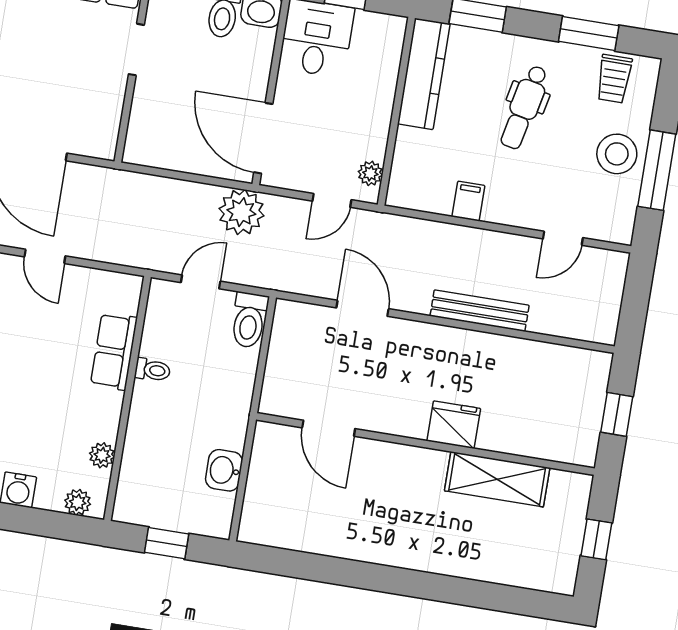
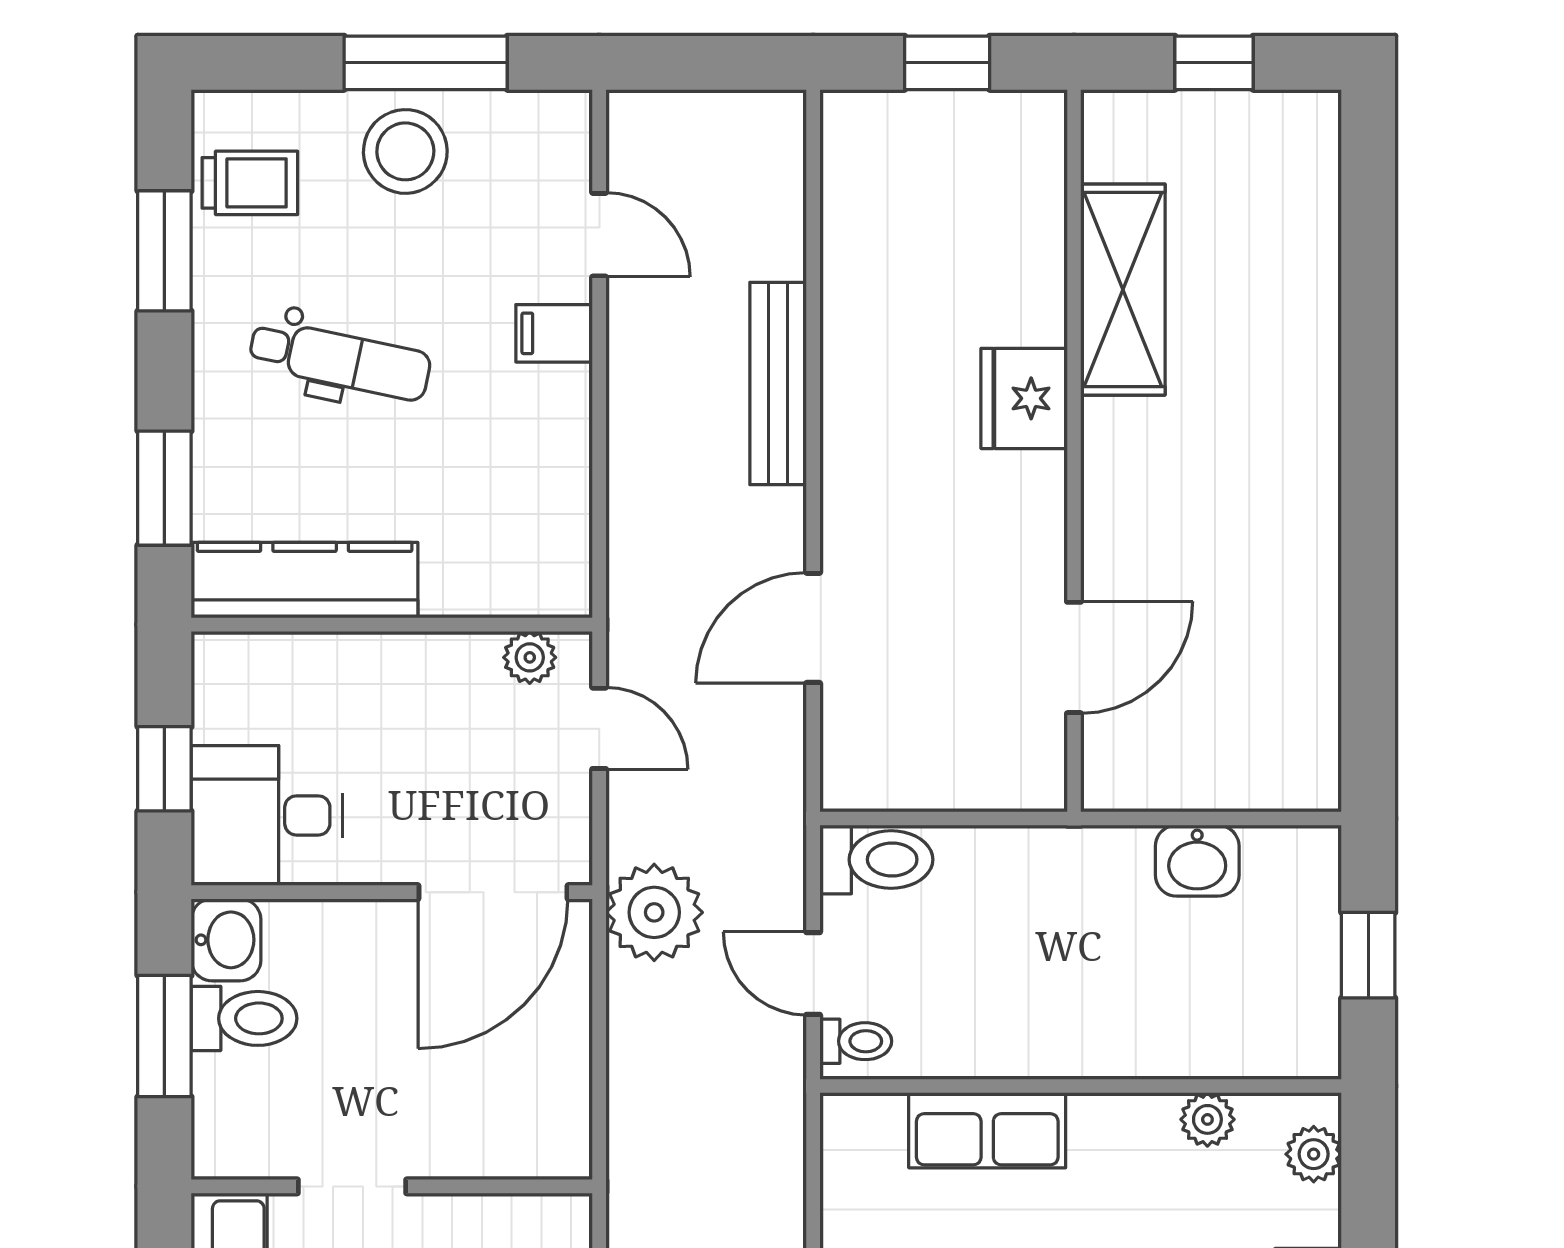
filing cabinet: (468, 201) -> (554, 333), moved
toilet: (153, 370) -> (856, 1041), moved, turned 90

